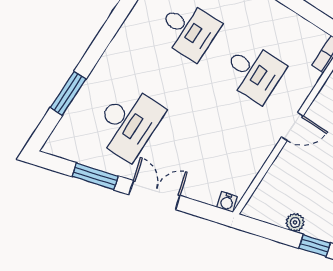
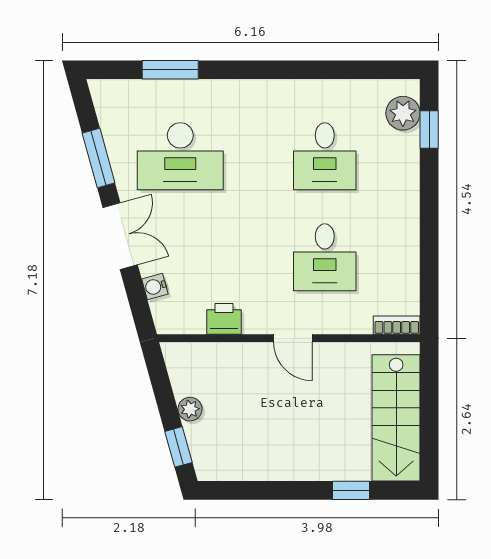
printer: (251, 163) -> (224, 319), added
water cooler: (227, 202) -> (155, 287), moved

